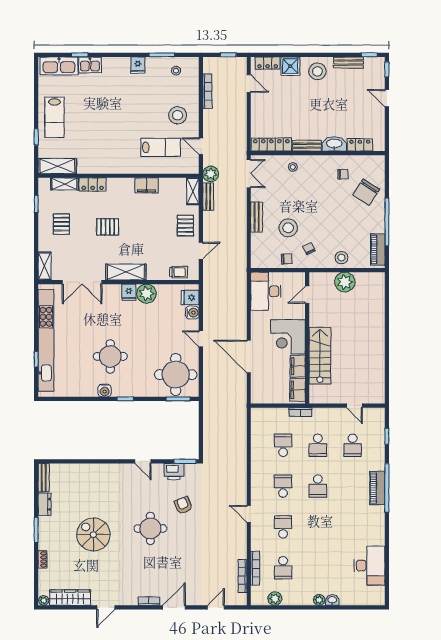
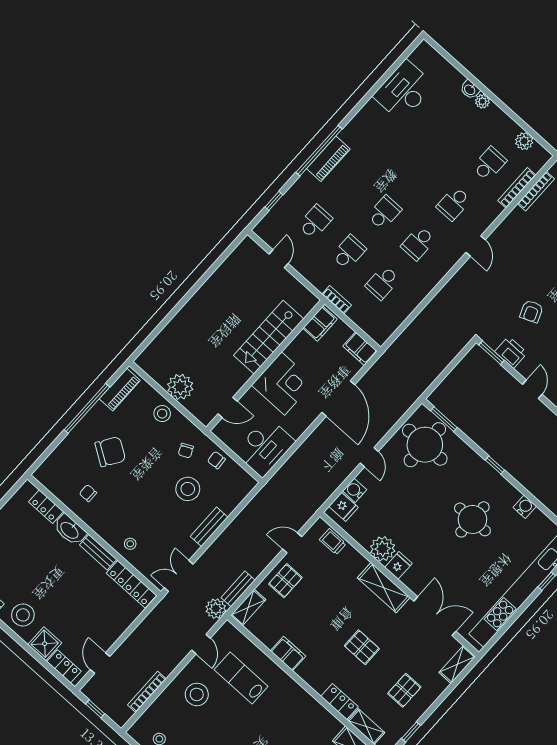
chair: (366, 192) -> (110, 452), moved
filing cabinet: (298, 366) -> (360, 349), moved, turned 90
water cooler: (105, 390) -> (525, 507), moved

